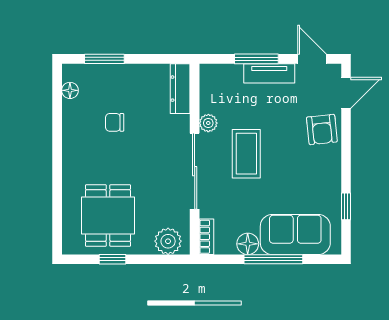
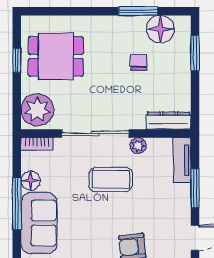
tv unit: (269, 73) -> (182, 160), moved
floor lamp: (70, 90) -> (161, 29), width x1.89, depth x1.89
window: (57, 123) -> (138, 11), added
plant: (168, 241) -> (37, 110), width x1.36, depth x1.36

